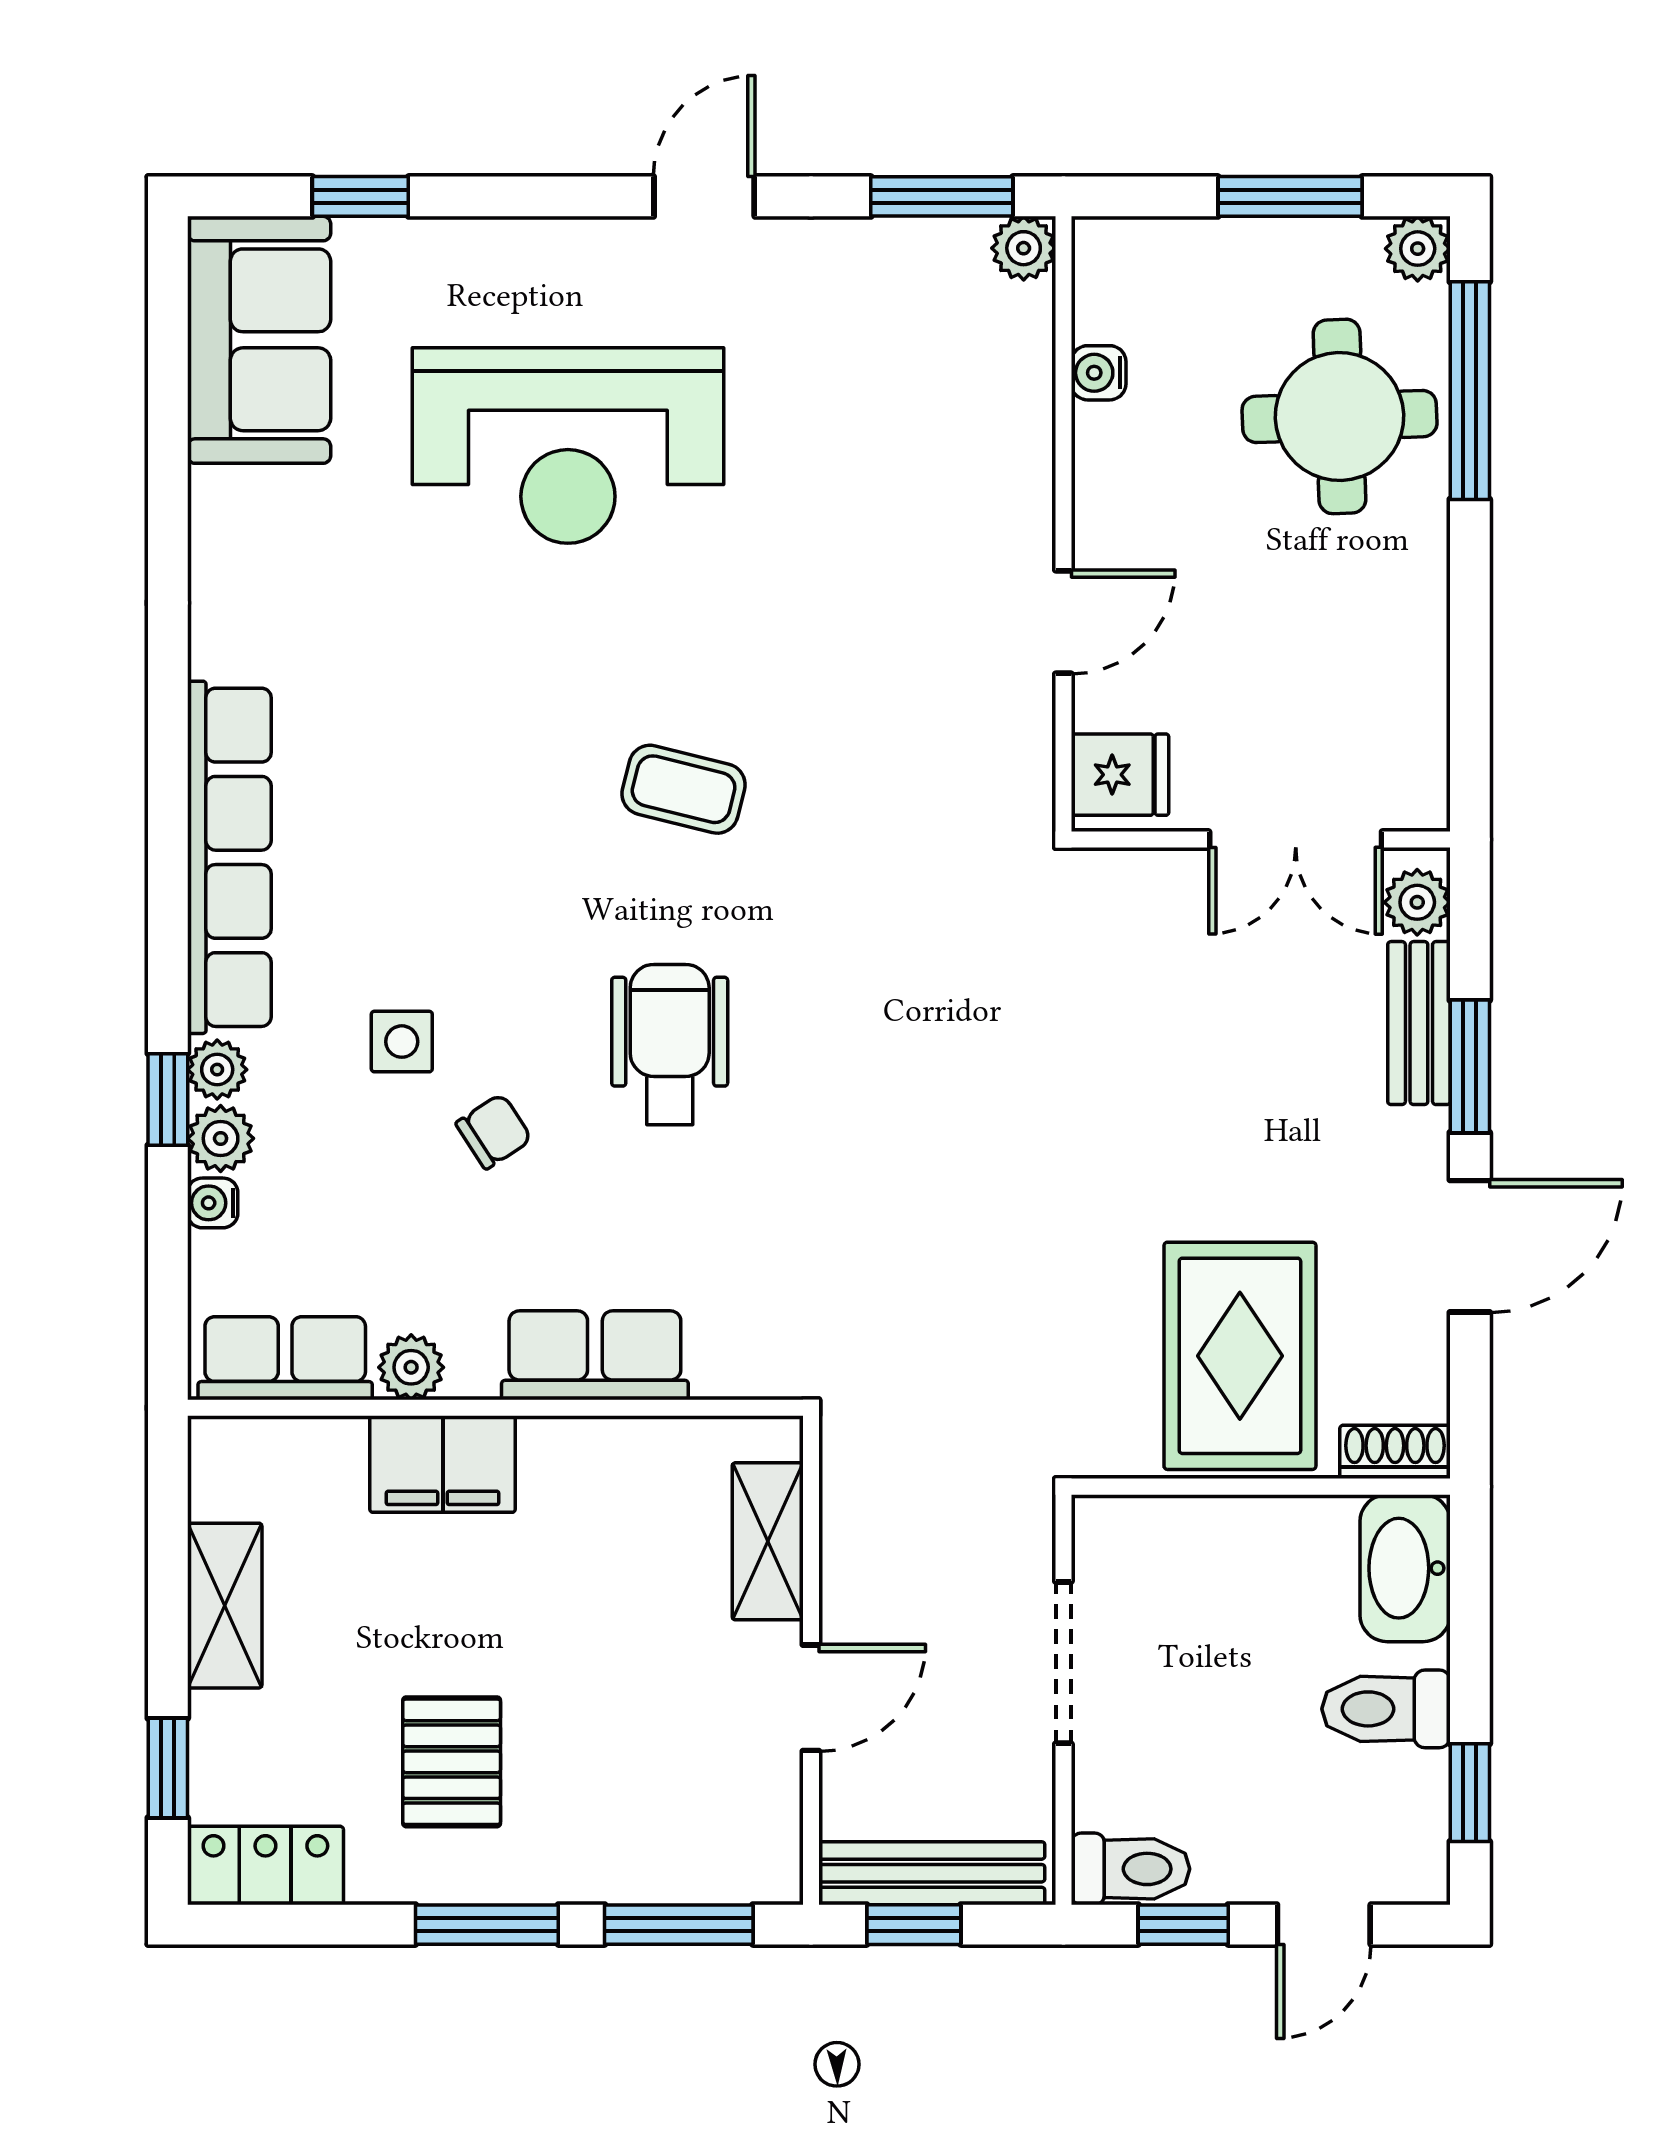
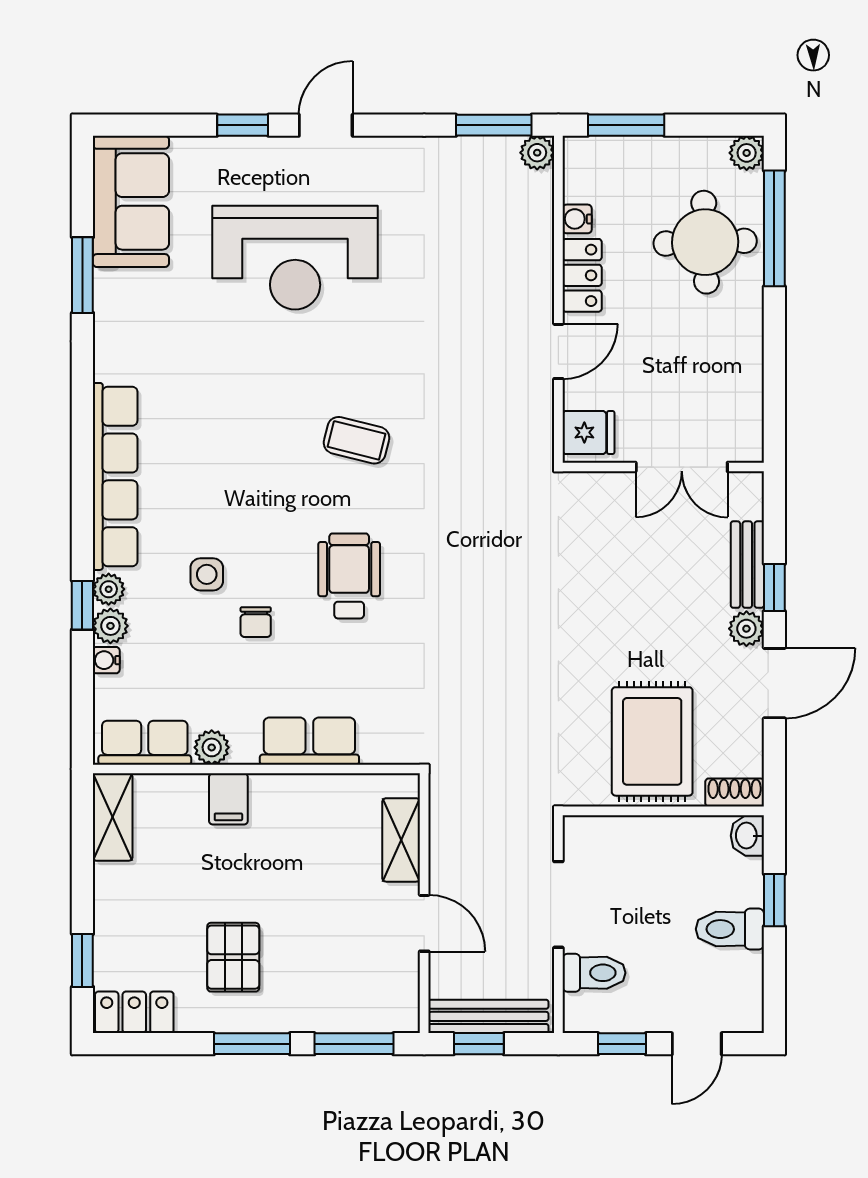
window: (360, 196) -> (243, 125), moved
door: (704, 196) -> (326, 125), moved
window: (1290, 196) -> (626, 125), moved
window: (168, 478) -> (82, 275), added
locker: (1108, 479) -> (582, 275), added
plant: (1417, 902) -> (746, 629), moved
window: (1470, 1066) -> (774, 588), width x0.67
chair: (494, 1131) -> (256, 622), turned 123
filing cabinet: (443, 1464) -> (228, 799), width x0.50
washbasin: (1405, 1568) -> (747, 836), width x0.52, depth x0.69
shelving: (225, 1606) -> (113, 817), moved
door: (811, 1698) -> (424, 923), hinge flipped
window: (1470, 1793) -> (774, 900), moved
toilet: (1131, 1869) -> (594, 973), moved

